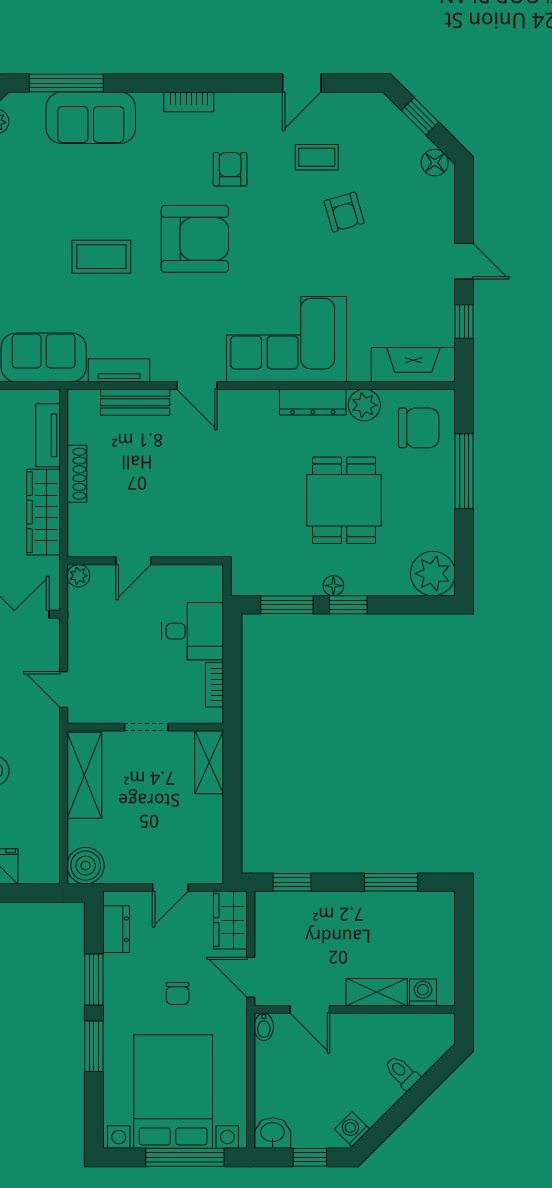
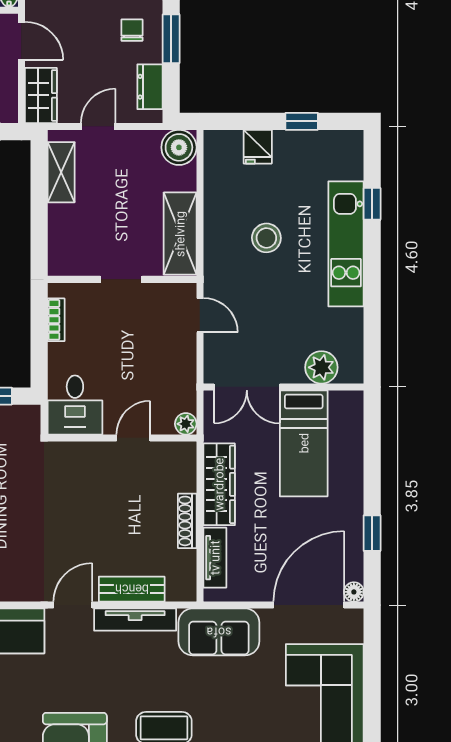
tv unit: (119, 370) -> (135, 620), width x1.41
door: (197, 385) -> (73, 605), hinge flipped
desk: (192, 631) -> (75, 405), moved, turned -90
shelving: (209, 762) -> (61, 172), moved
chair: (178, 993) -> (132, 30), moved

